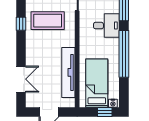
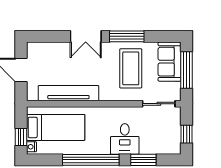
window: (21, 24) -> (127, 36), width x2.17
double door: (21, 79) -> (86, 36), moved

